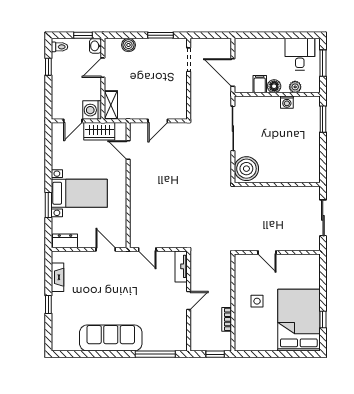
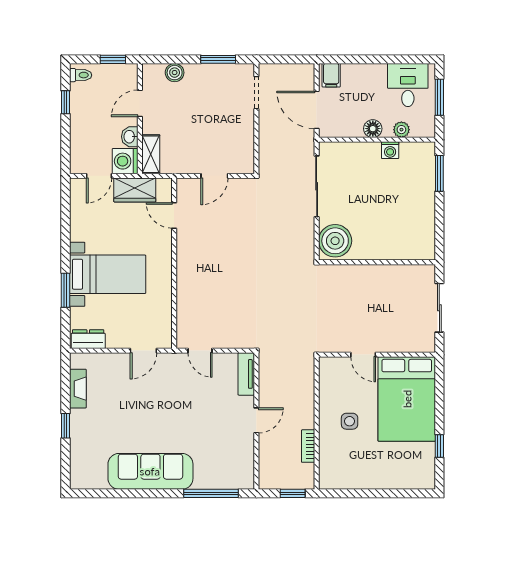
washbasin: (96, 46) -> (130, 137), moved
filing cabinet: (260, 84) -> (331, 75), moved, turned 180
door: (106, 249) -> (143, 351), swing flipped
bed: (299, 320) -> (407, 399), moved, turned 180

